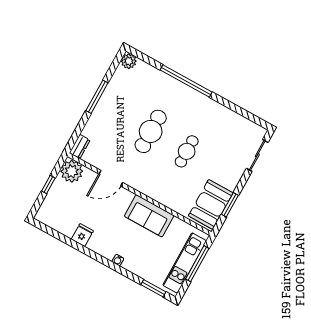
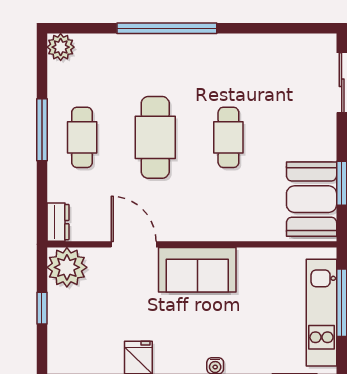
cafe table: (115, 111) -> (82, 137), added
door: (111, 178) -> (134, 244), swing flipped
sofa: (149, 216) -> (197, 270), moved

